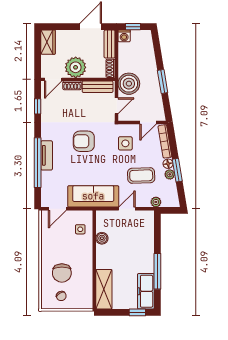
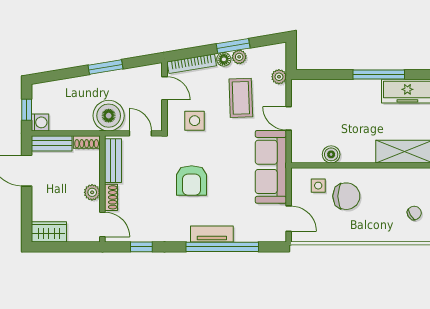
plant: (76, 67) -> (92, 192), width x0.53, depth x0.53
chair: (62, 273) -> (346, 196), moved

